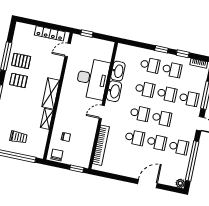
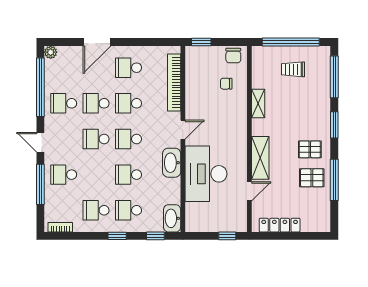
door: (68, 50) -> (249, 191), moved
window: (183, 54) -> (155, 236), moved
washbasin: (118, 71) -> (172, 218), moved
shelving: (51, 93) -> (260, 158), moved
school desk: (167, 94) -> (129, 68), moved

